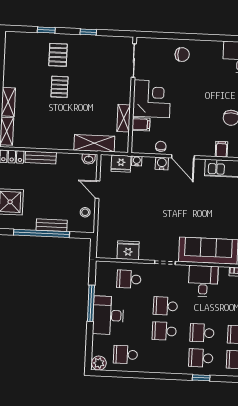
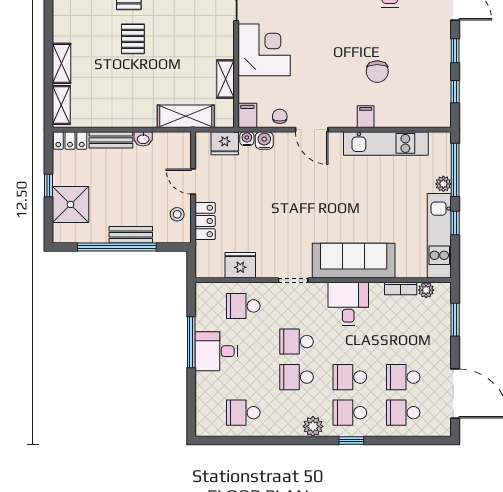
filing cabinet: (141, 124) -> (247, 115), moved, turned -90
washbasin: (89, 159) -> (143, 139), moved
water cooler: (162, 163) -> (264, 140), moved
locker: (105, 218) -> (205, 221), added
desk: (108, 315) -> (216, 351), width x0.73
plant: (99, 363) -> (313, 426), moved

